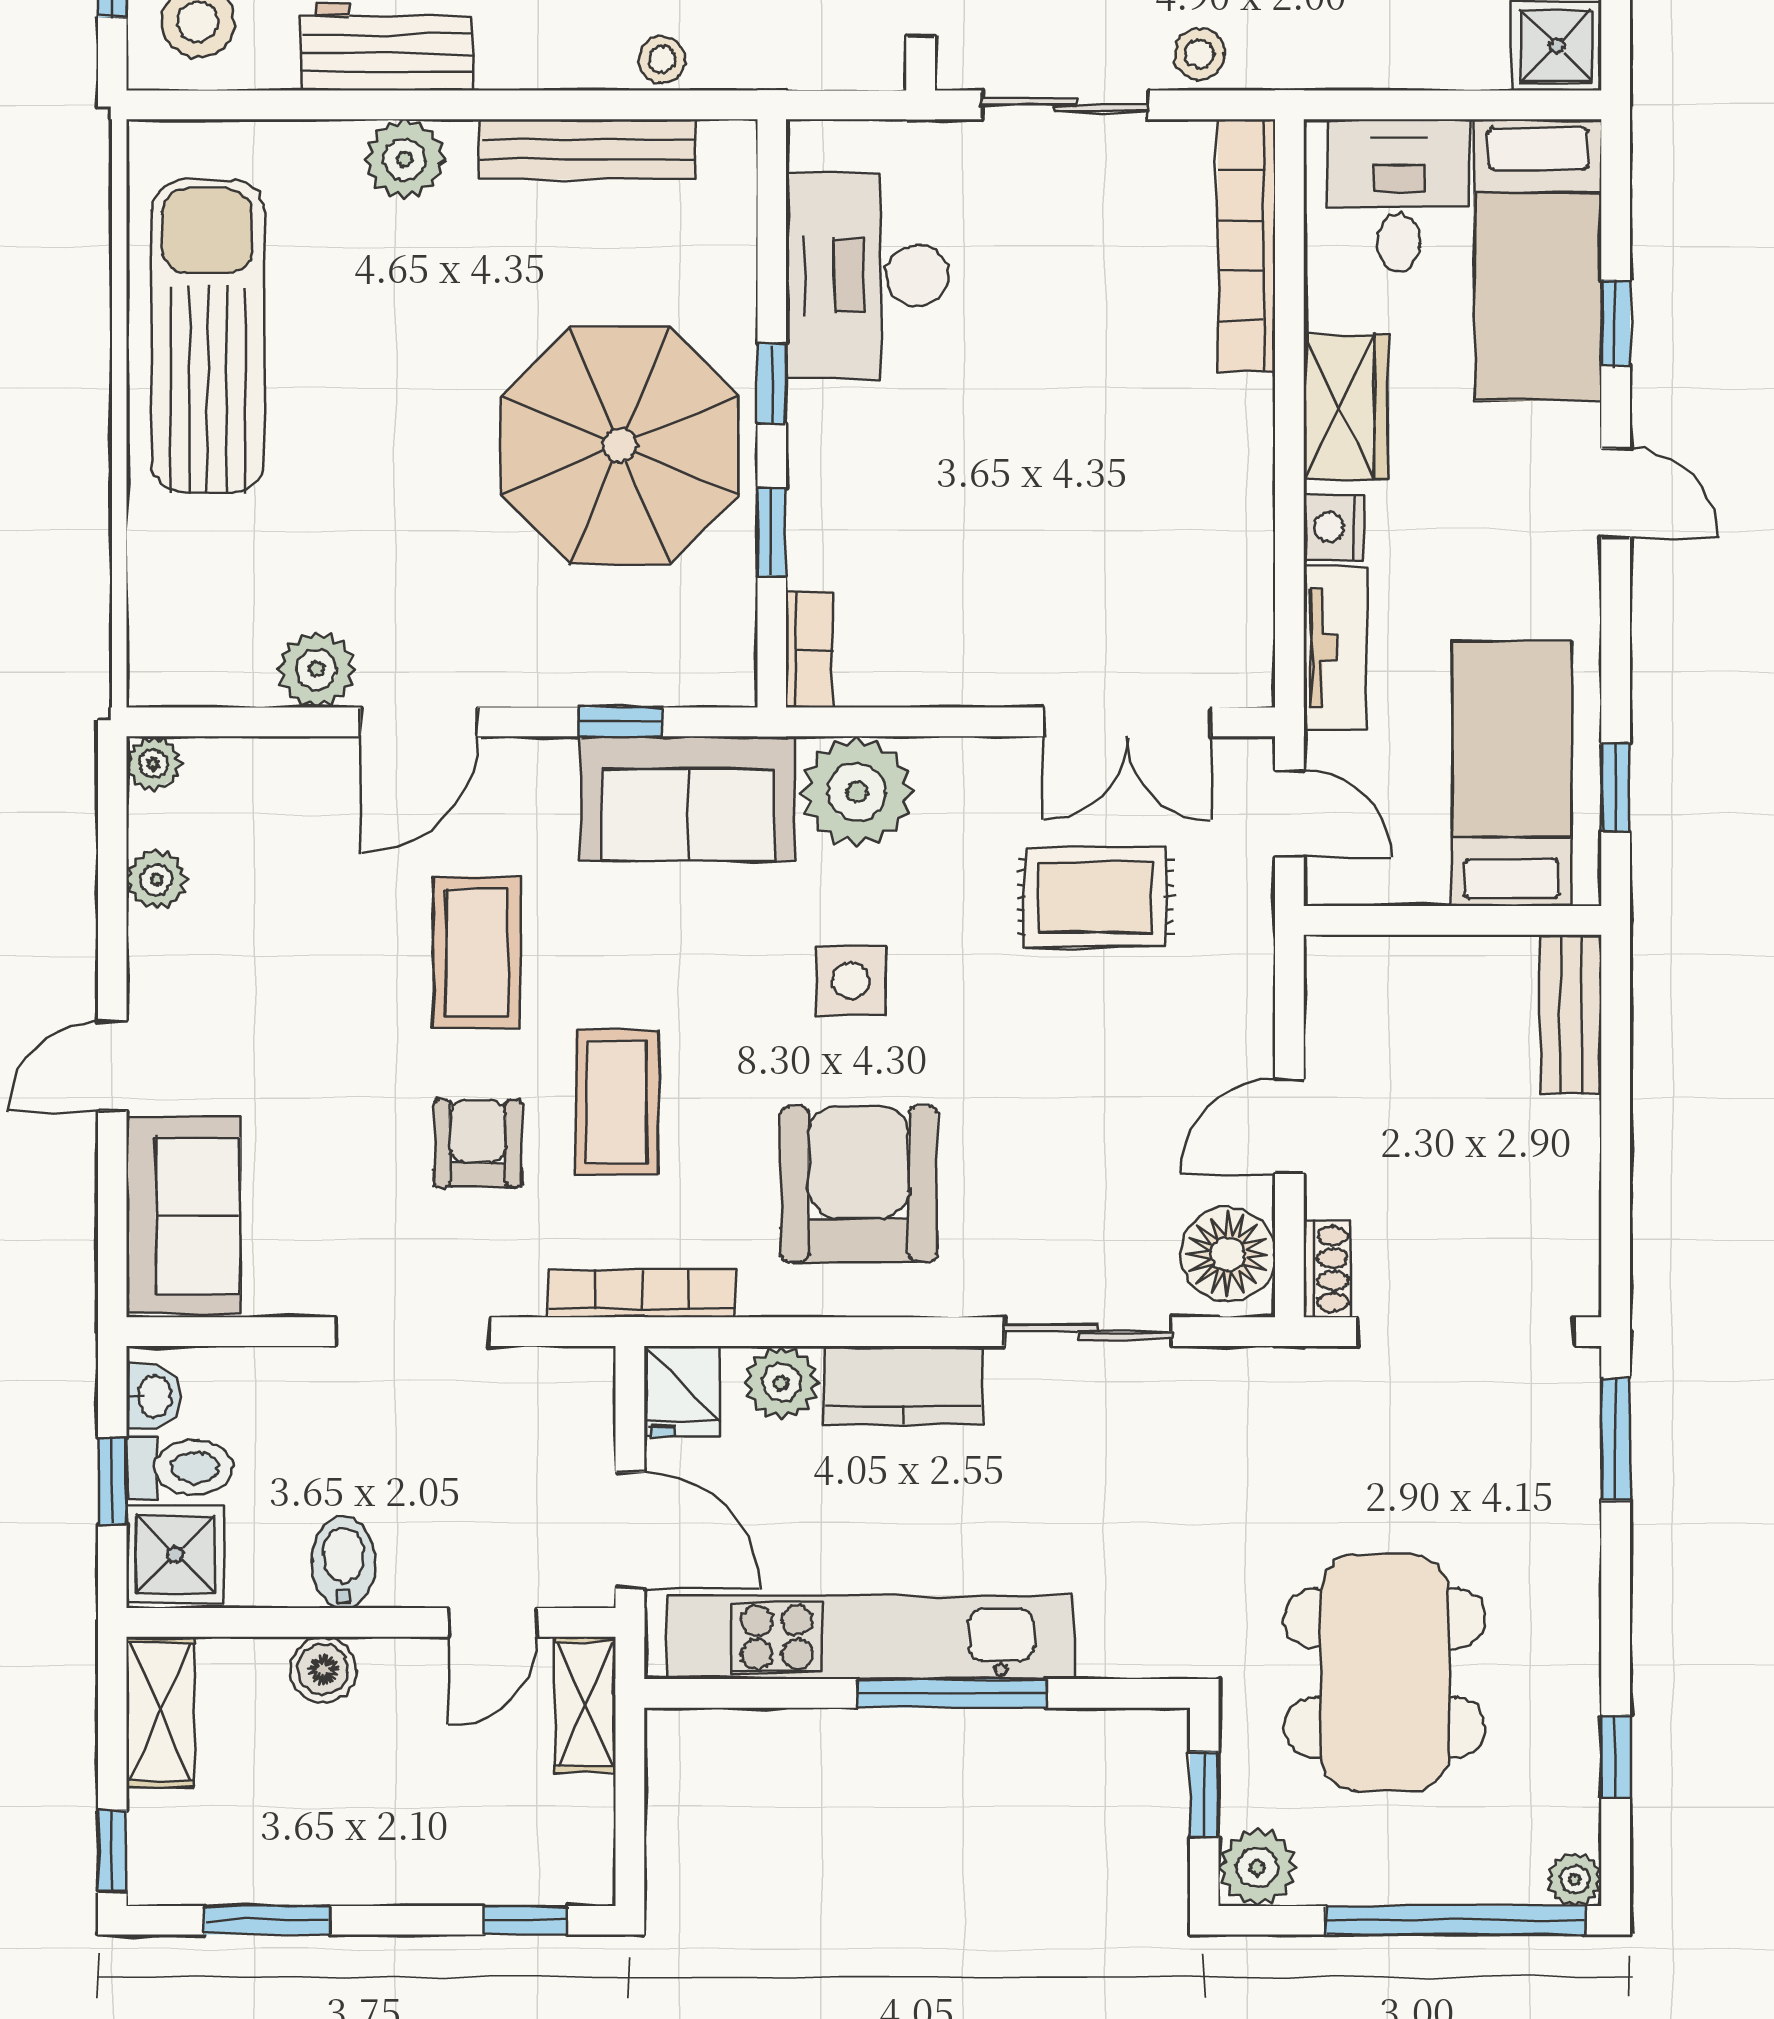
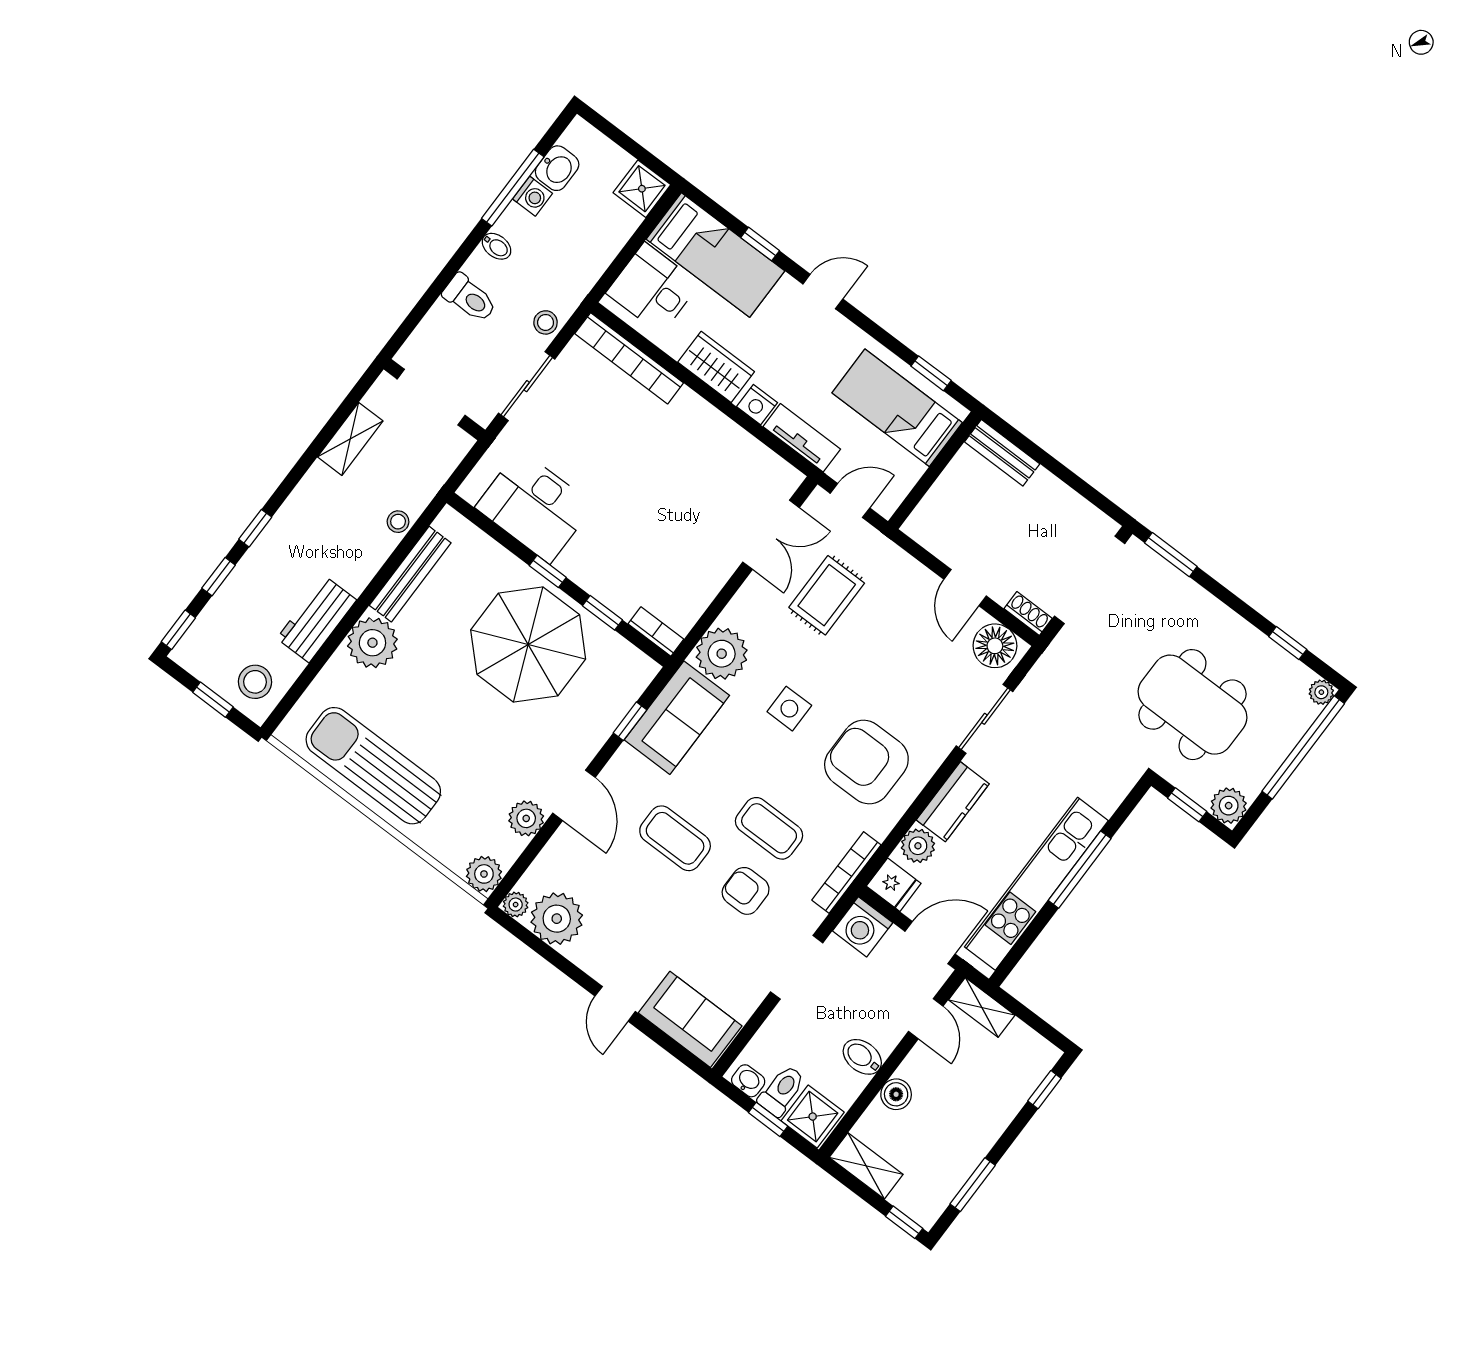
plant: (405, 159) -> (372, 643), width x1.36, depth x1.36
plant: (165, 669) -> (484, 874), added
plant: (157, 880) -> (557, 919), width x1.87, depth x1.87
washing machine: (569, 1393) -> (863, 927), added

